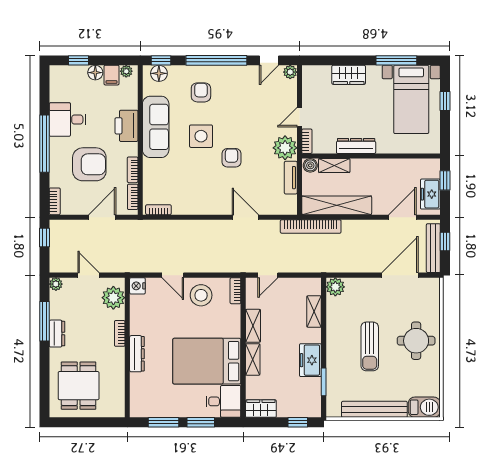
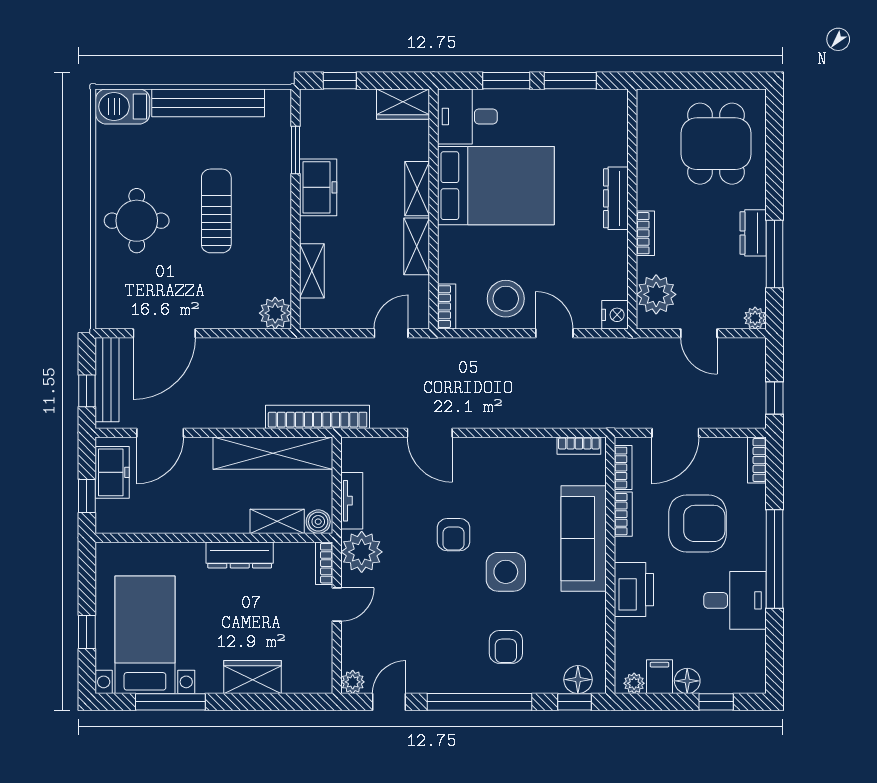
sofa: (156, 127) -> (584, 539), moved
armchair: (89, 164) -> (697, 523), turned 180

